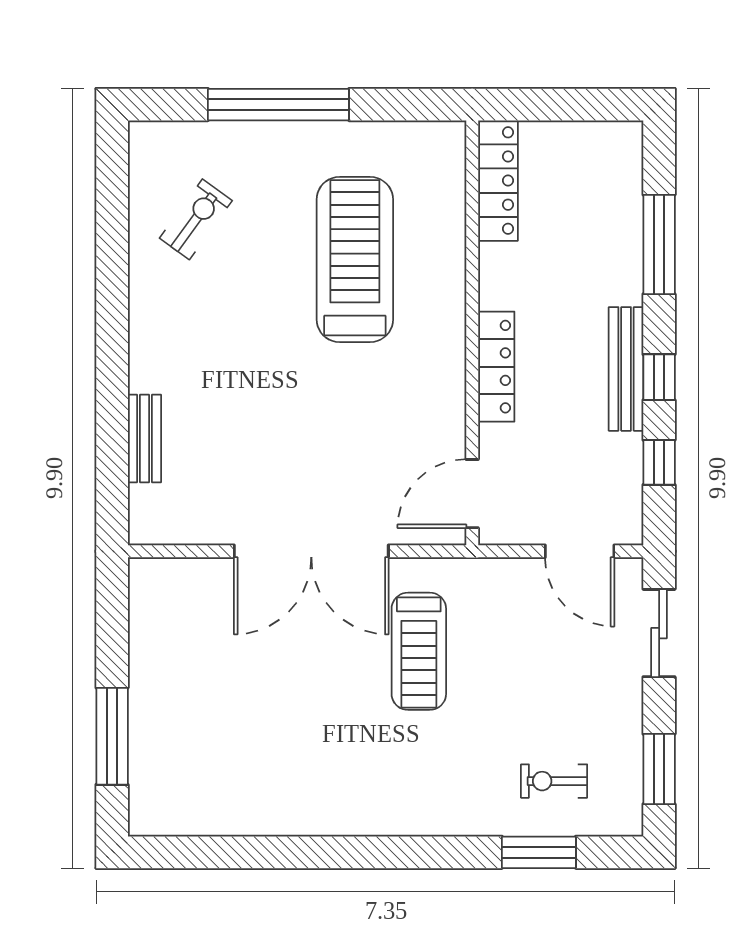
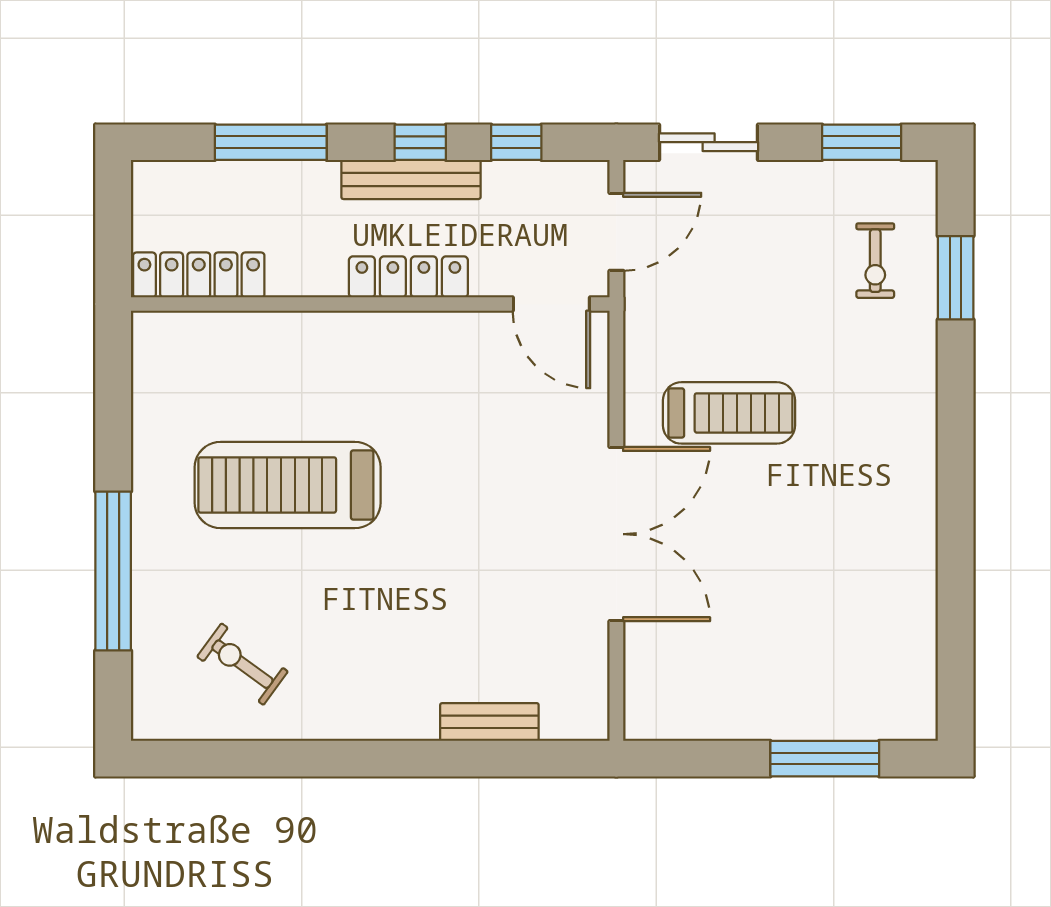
locker: (498, 181) -> (199, 275), moved
wall: (472, 333) -> (370, 304), moved
locker: (496, 367) -> (408, 277), moved
door: (472, 494) -> (551, 304), moved

